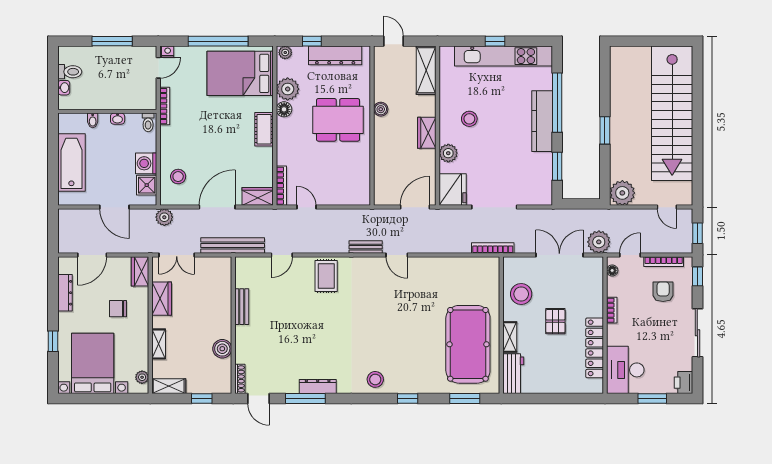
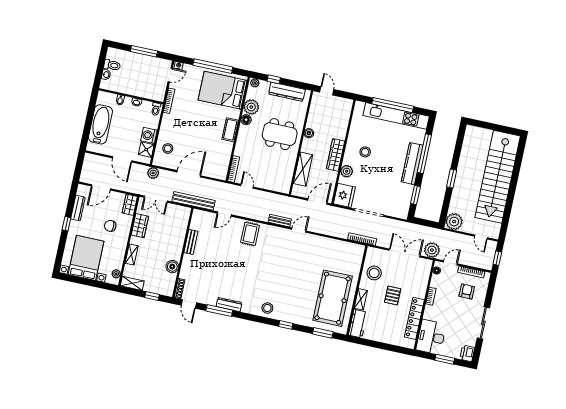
window: (495, 41) -> (393, 105), width x3.17
shelving: (426, 70) -> (303, 169), moved
wardrobe: (427, 133) -> (336, 155), width x1.50
wardrobe: (258, 196) -> (217, 173), removed
door: (397, 255) -> (299, 230), swing flipped
window: (697, 276) -> (491, 286), removed
window: (53, 341) -> (66, 224), moved

